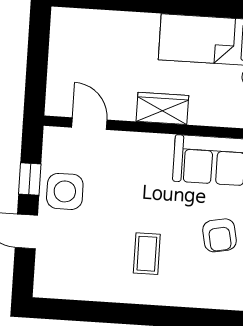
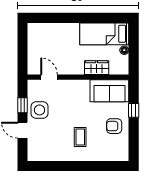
wardrobe: (162, 108) -> (97, 68), moved
armchair: (220, 235) -> (114, 126), turned 101

